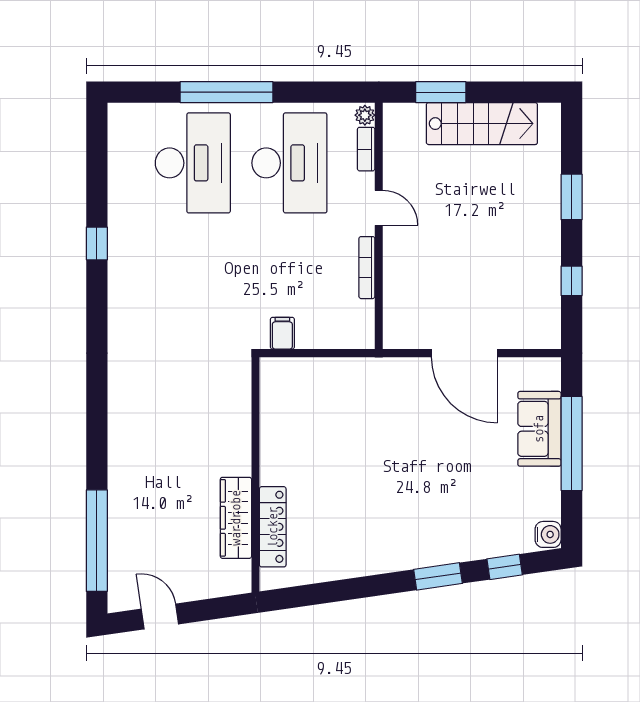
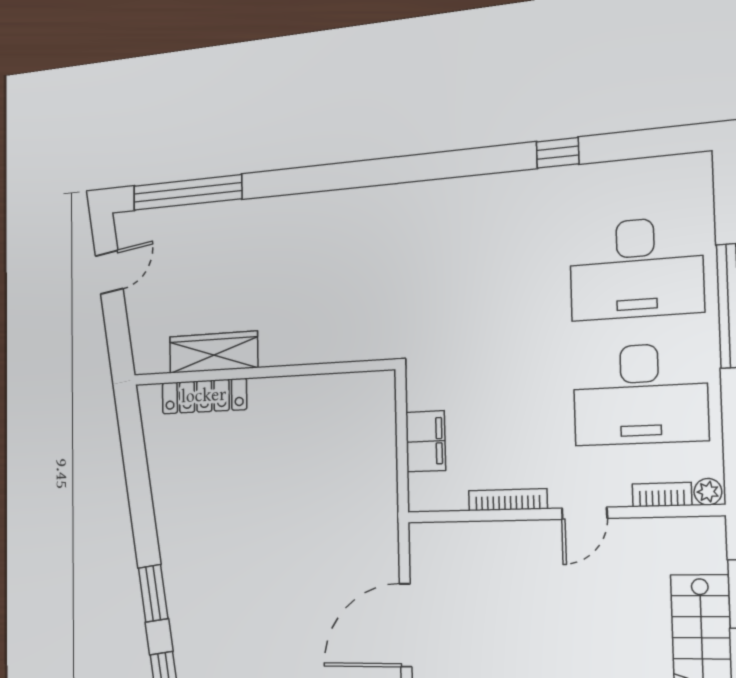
window: (97, 243) -> (558, 153), moved
filing cabinet: (282, 333) -> (426, 441), moved, width x2.00

